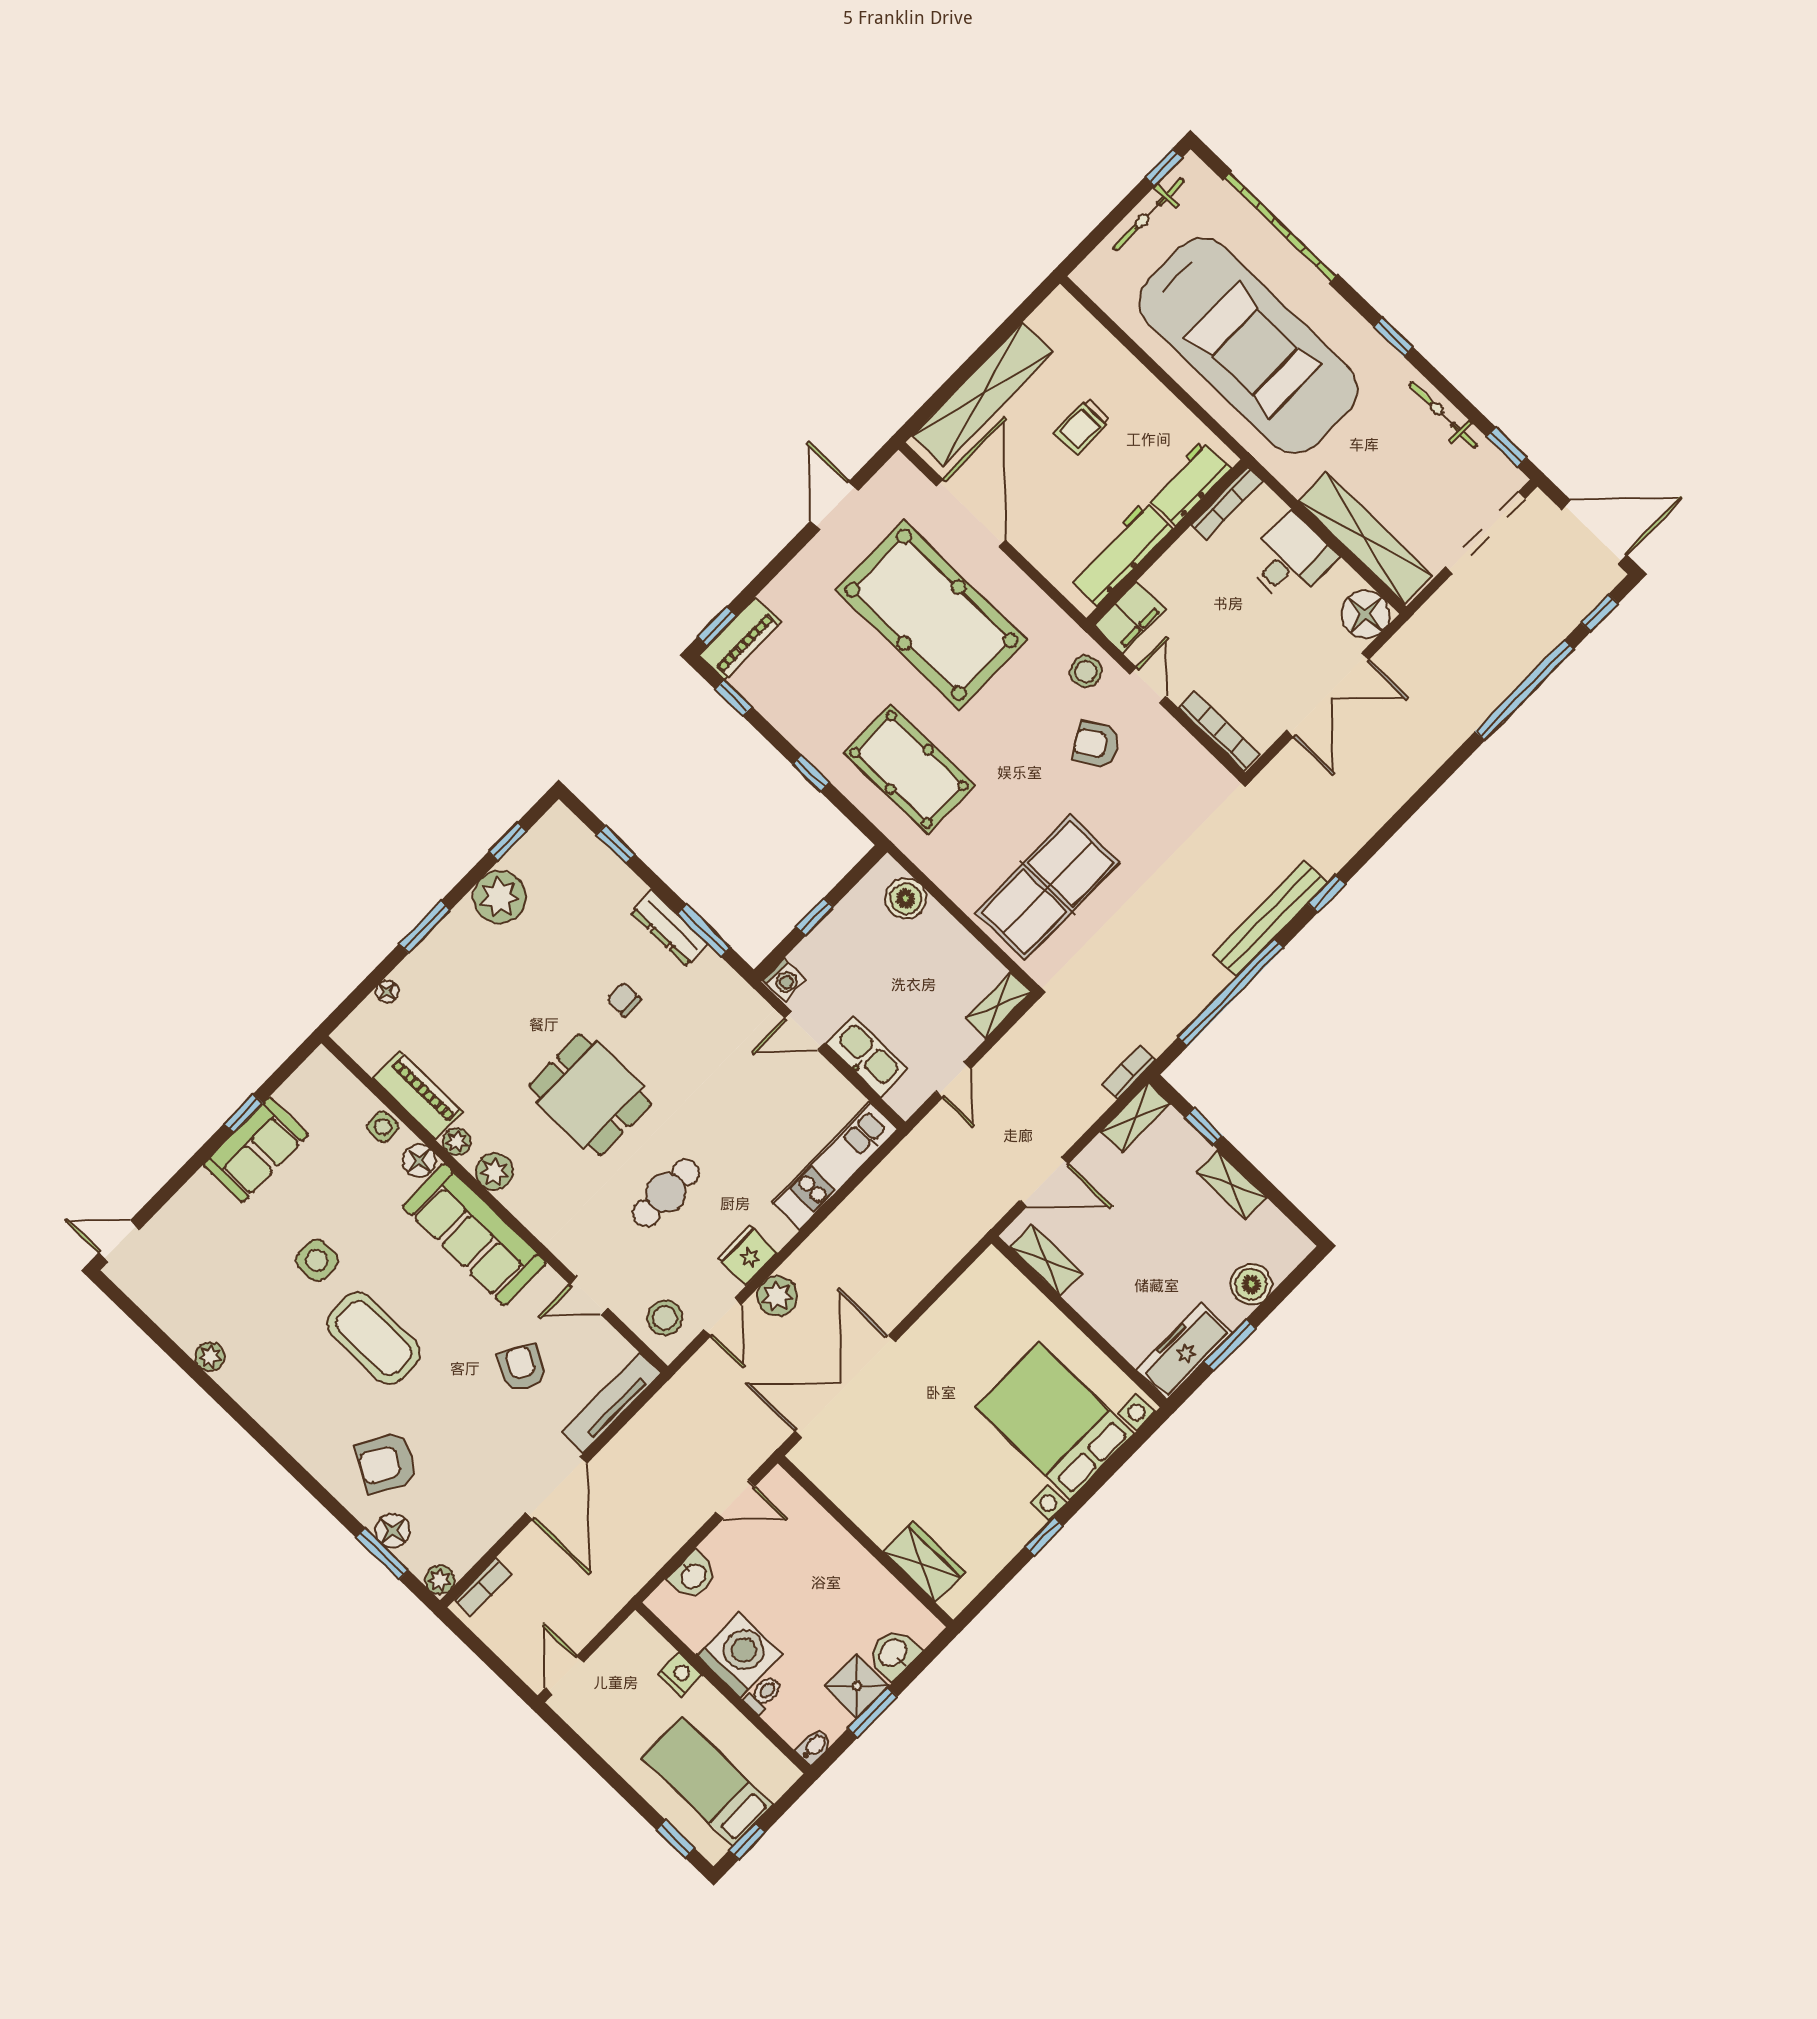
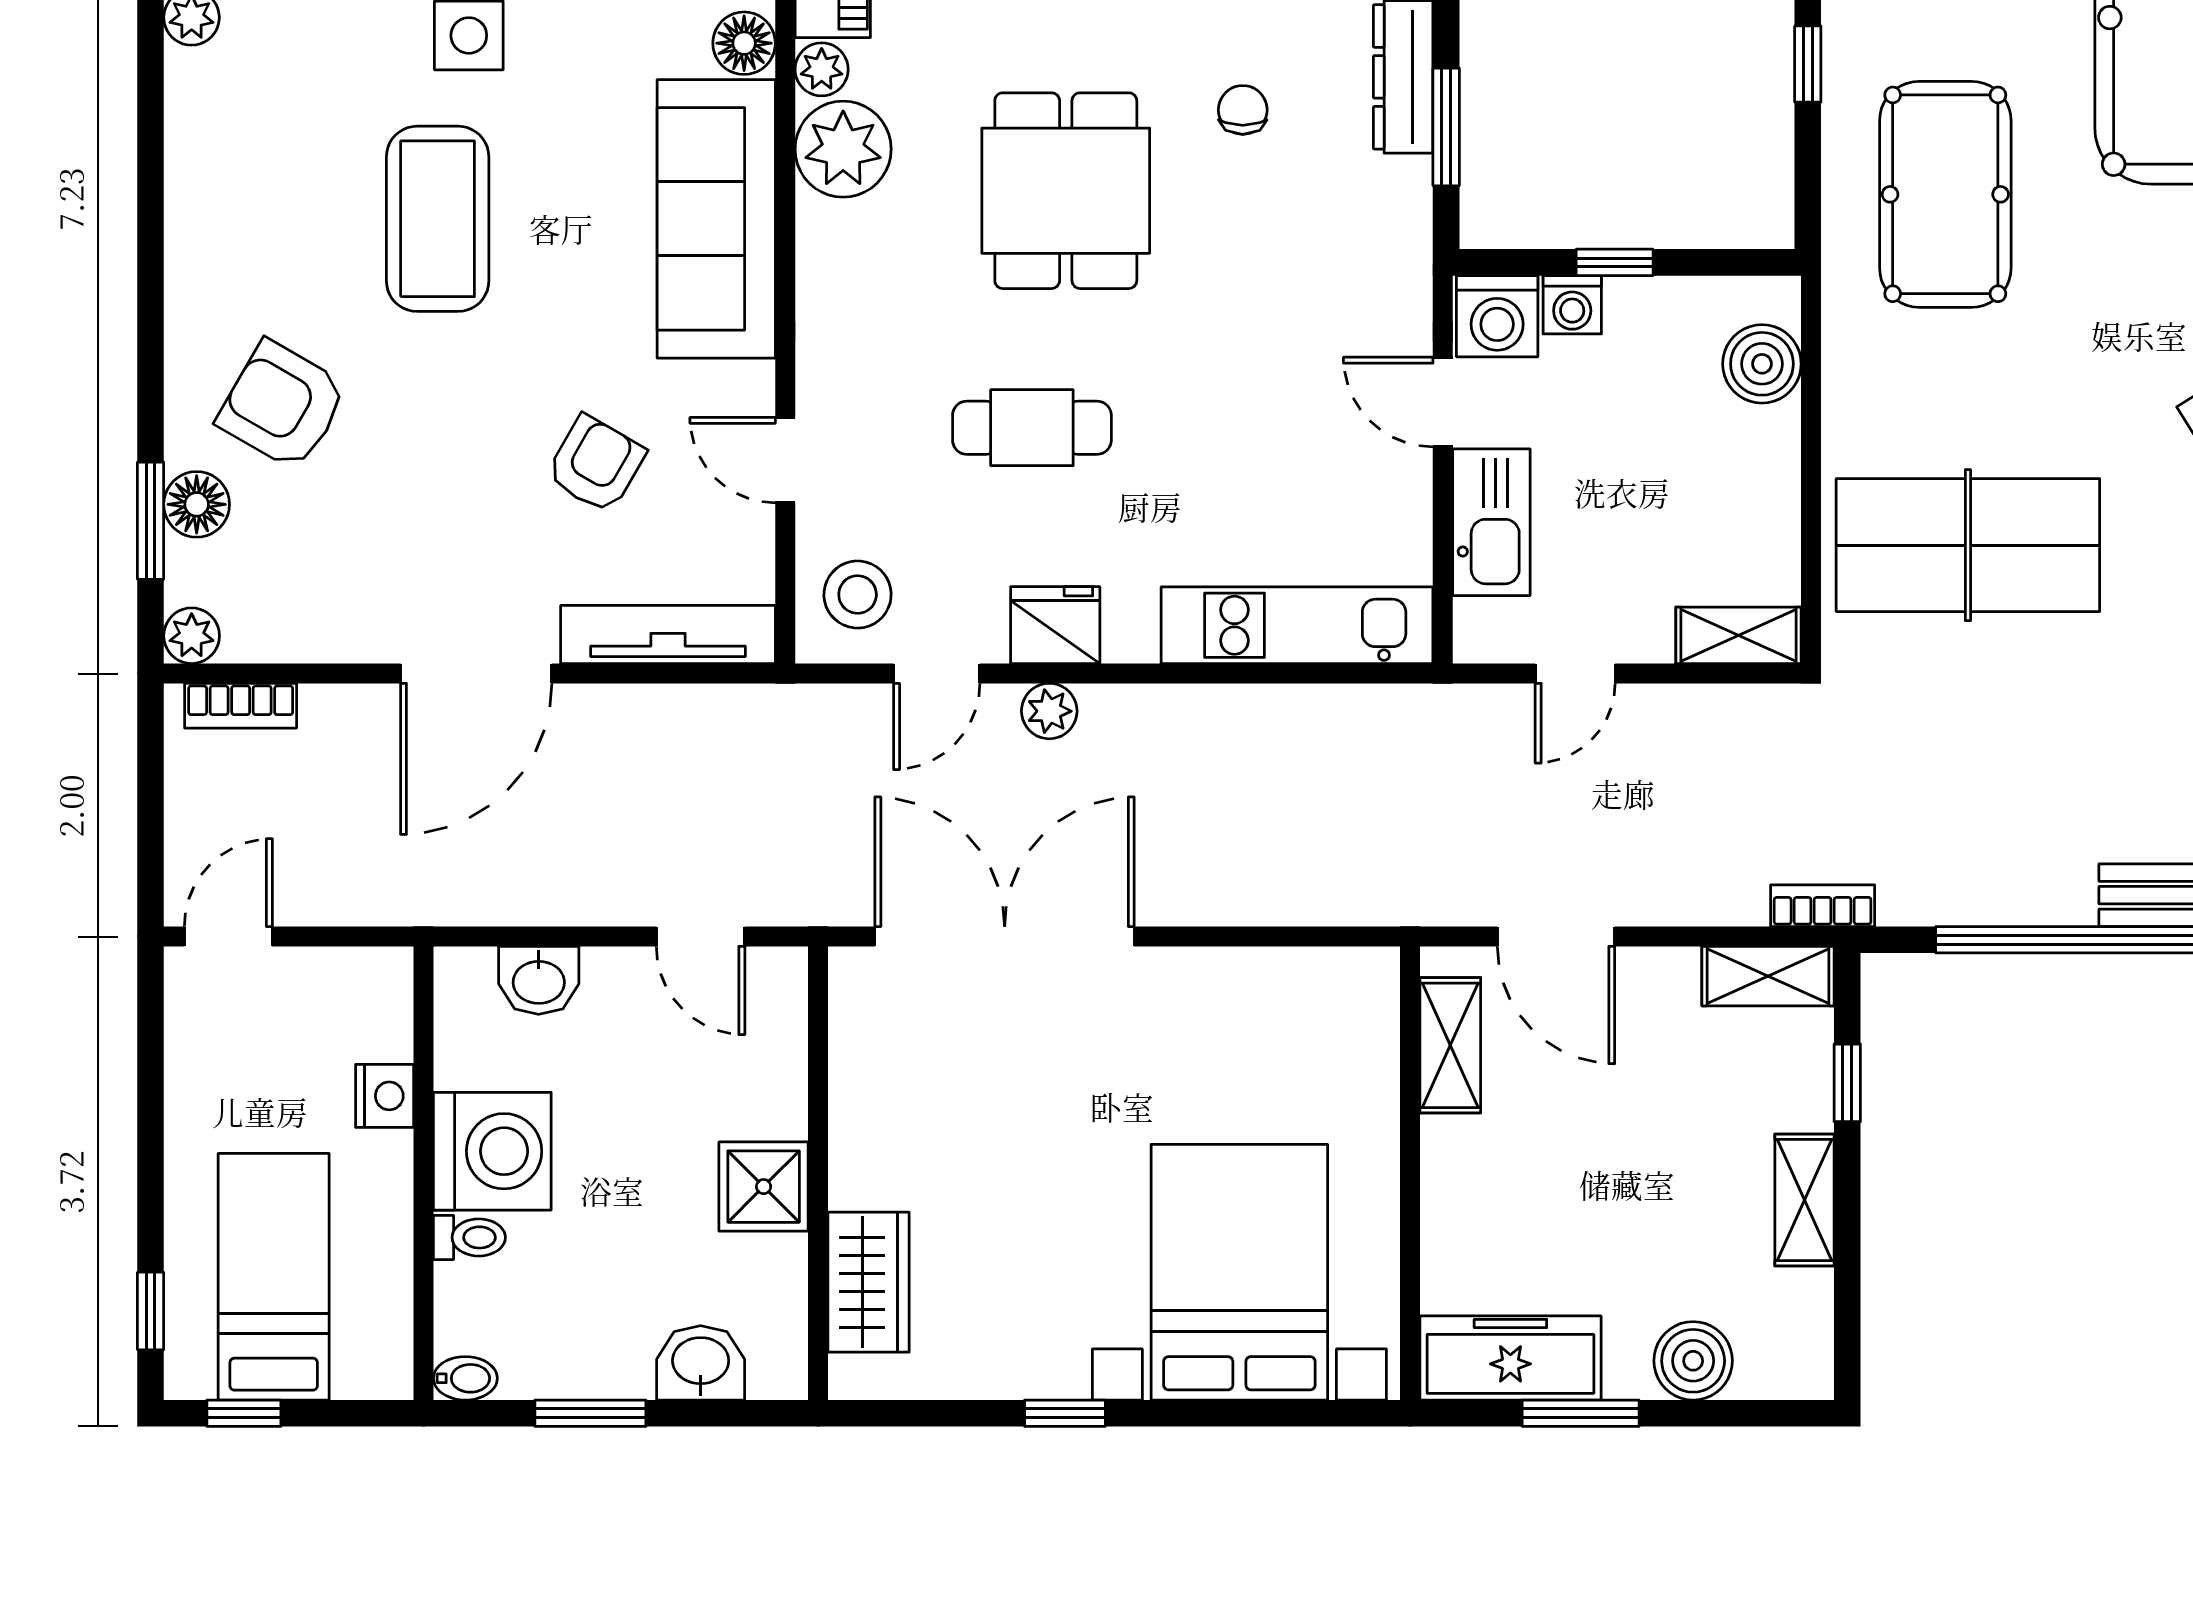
washing machine: (815, 948) -> (1572, 305), added
washing machine: (784, 980) -> (1497, 316), width x1.38, depth x1.38
plant: (494, 1172) -> (843, 149), width x1.36, depth x1.36
plant: (777, 1296) -> (1049, 711), width x0.73, depth x0.73
shower: (857, 1686) -> (764, 1187), moved

